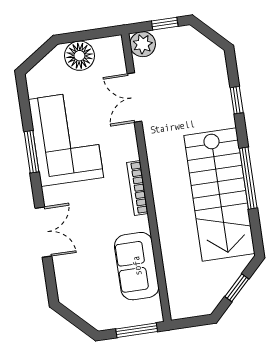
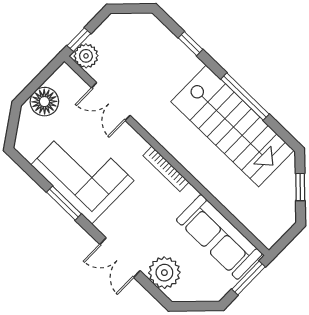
window: (165, 24) -> (79, 40), moved
double door: (43, 232) -> (120, 258), swing flipped
sofa: (137, 266) -> (219, 237), width x1.36
plant: (71, 273) -> (164, 273), added

